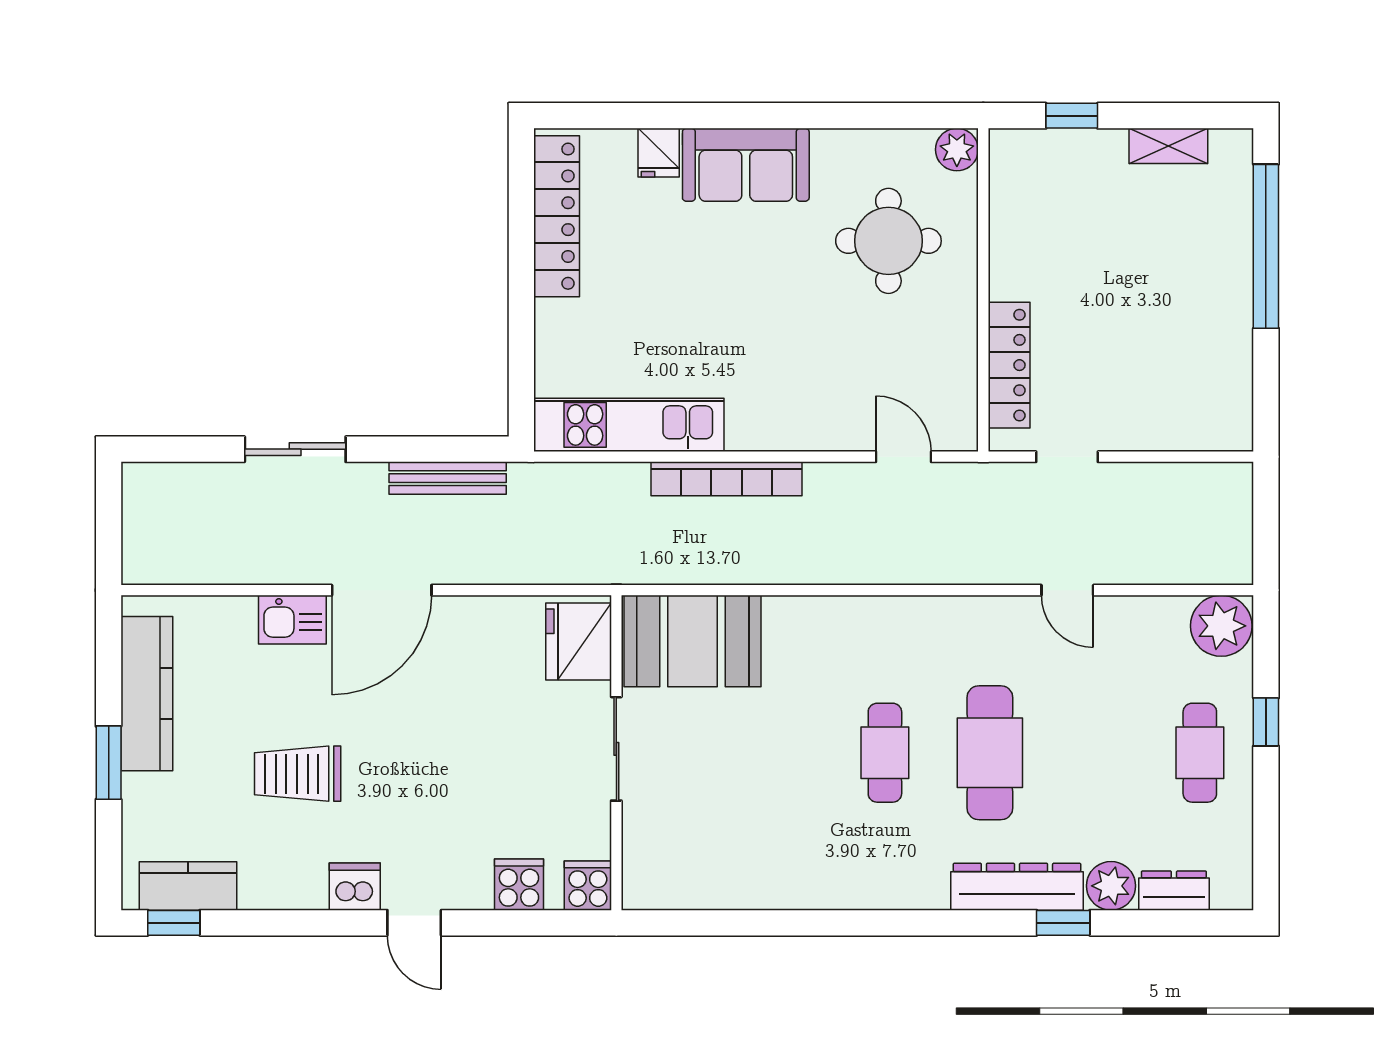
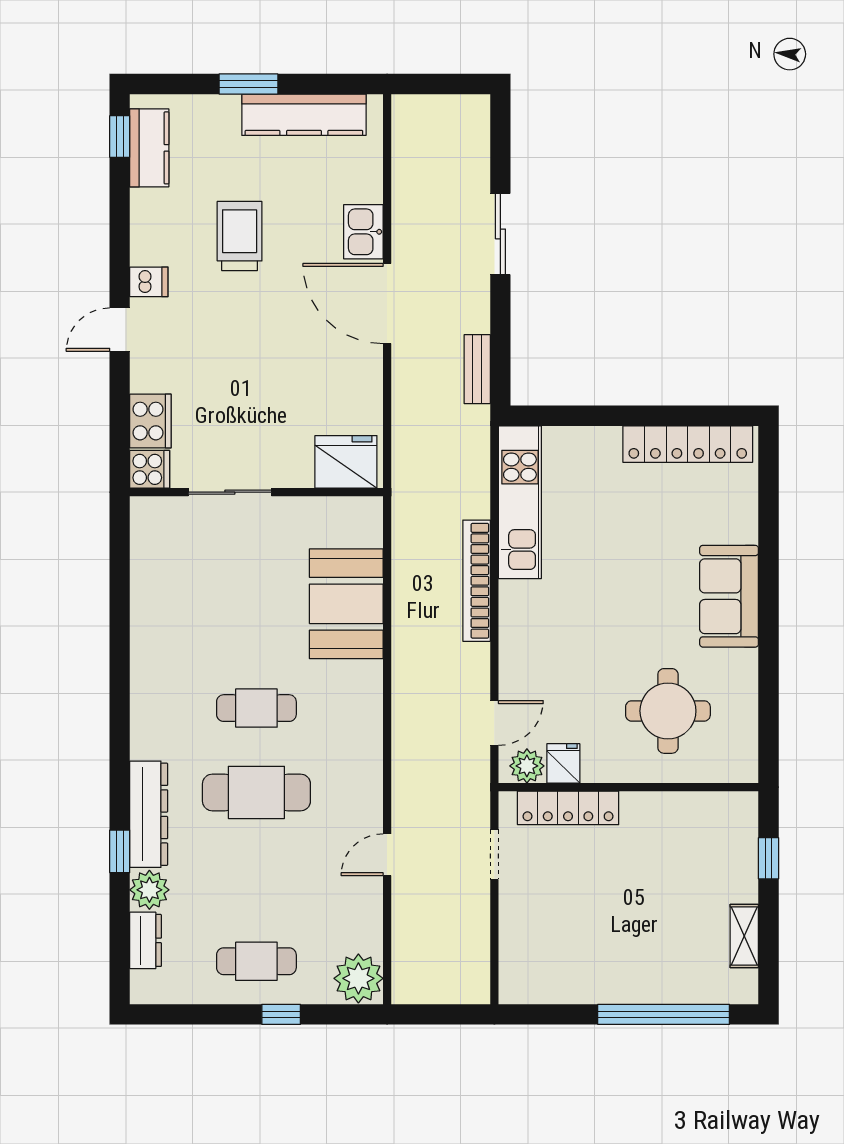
plant: (957, 150) -> (527, 766), moved
fridge: (659, 153) -> (563, 763), moved, turned 90
bench: (448, 478) -> (477, 369), width x0.73
booth: (693, 641) -> (346, 604), moved
sliding door: (616, 749) -> (230, 492), moved
cooker: (519, 885) -> (150, 421), width x1.36
dishwasher: (355, 887) -> (149, 282), width x0.73

